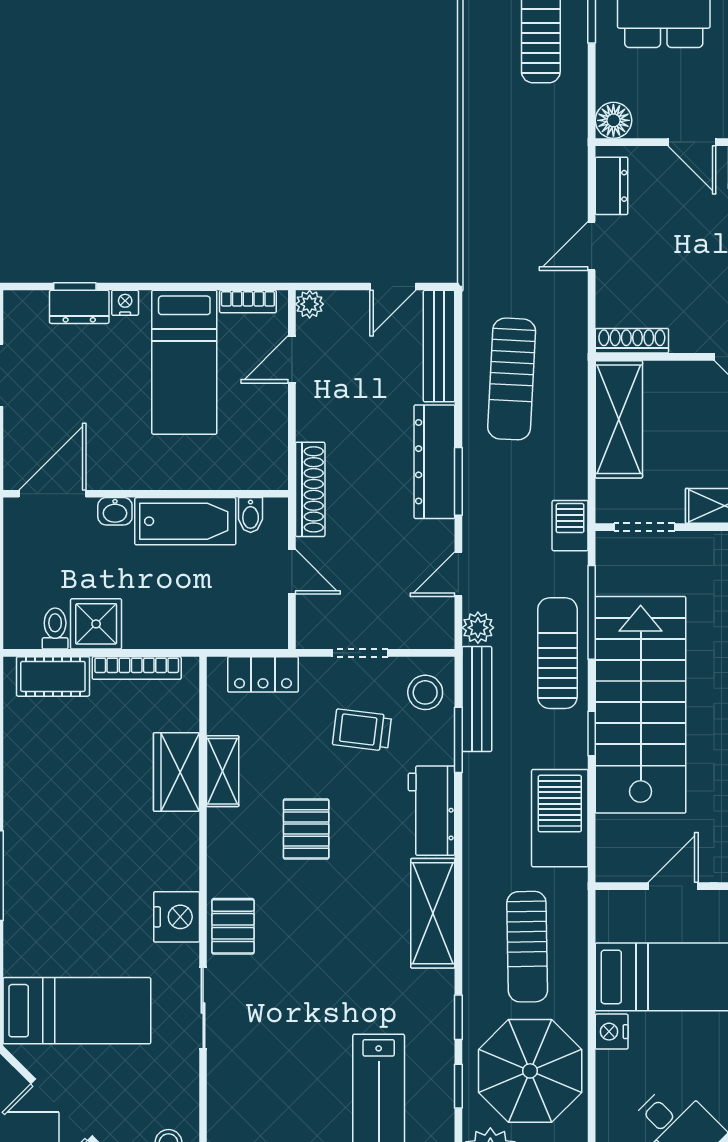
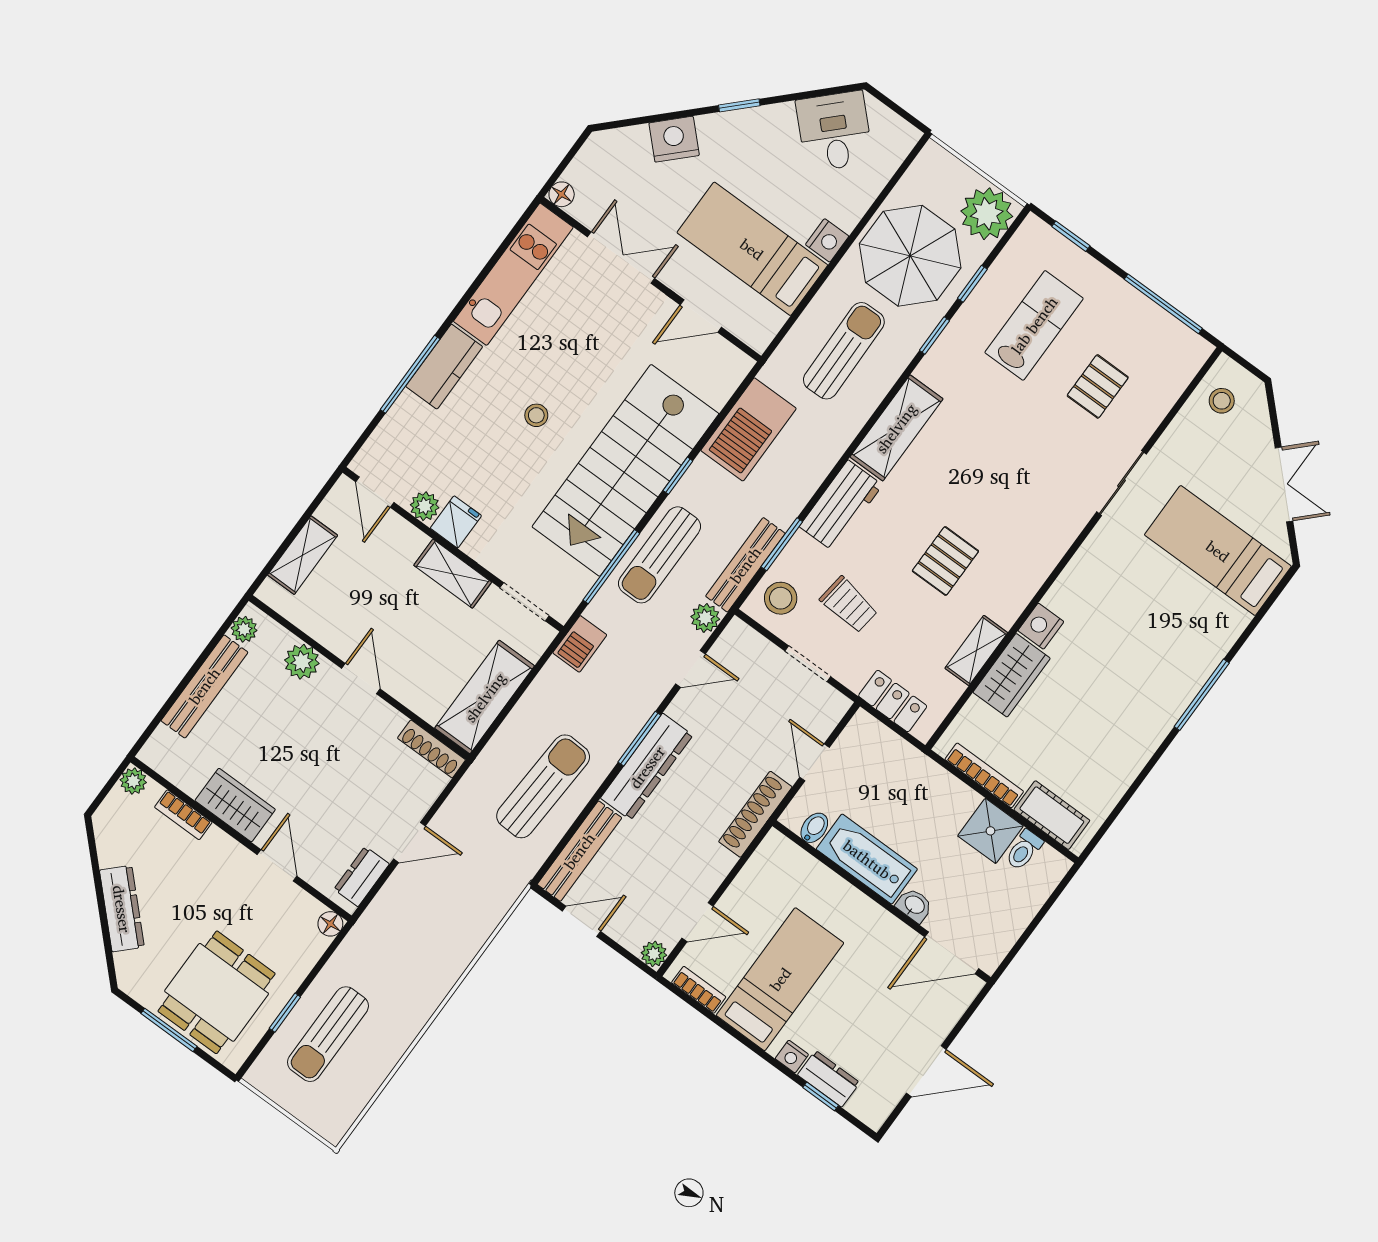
floor lamp: (613, 120) -> (330, 924), width x0.73, depth x0.73
nightstand: (177, 917) -> (1041, 626), moved, width x0.74, depth x0.75
pallet: (233, 926) -> (1098, 386), moved

